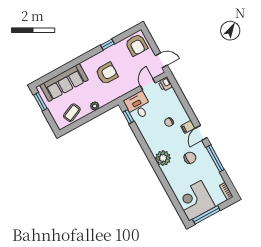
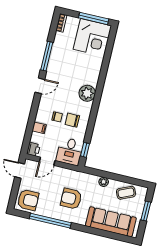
window: (108, 44) -> (50, 221), width x3.17
armchair: (136, 45) -> (28, 200), turned 90
window: (40, 102) -> (146, 211), moved
filing cabinet: (188, 127) -> (39, 128), moved
chair: (190, 158) -> (72, 120), moved

